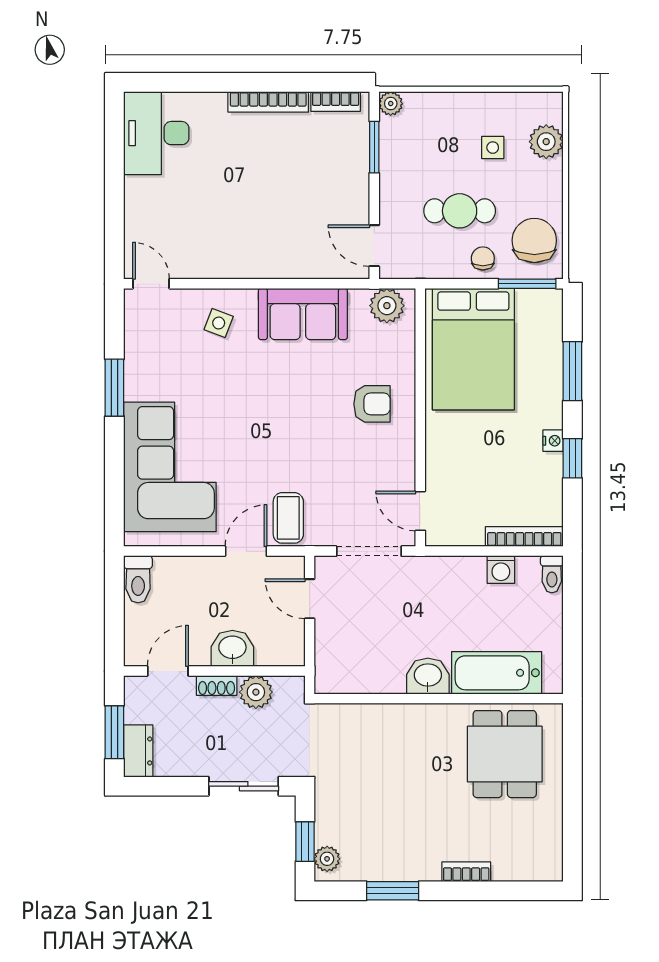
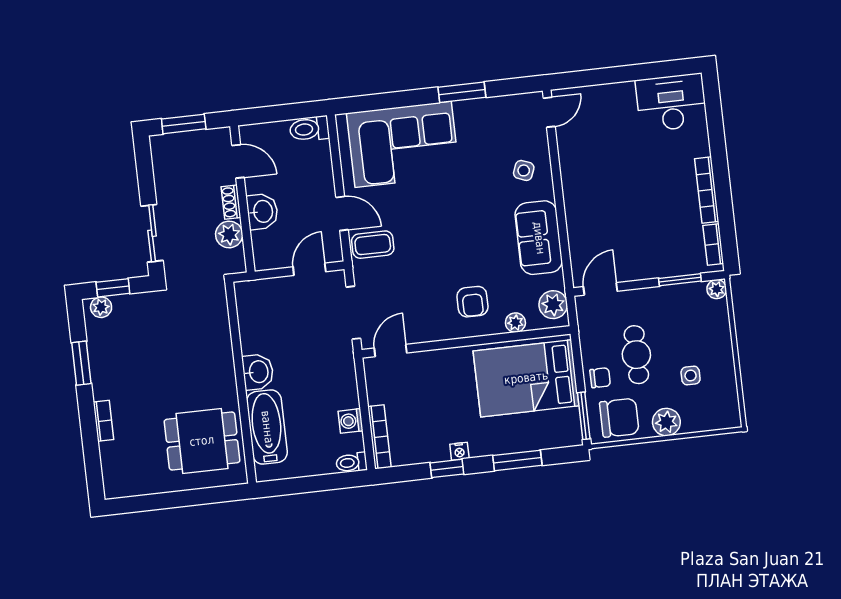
plant: (546, 142) -> (666, 422), moved
plant: (404, 354) -> (515, 323), added
dresser: (138, 751) -> (171, 145), removed

